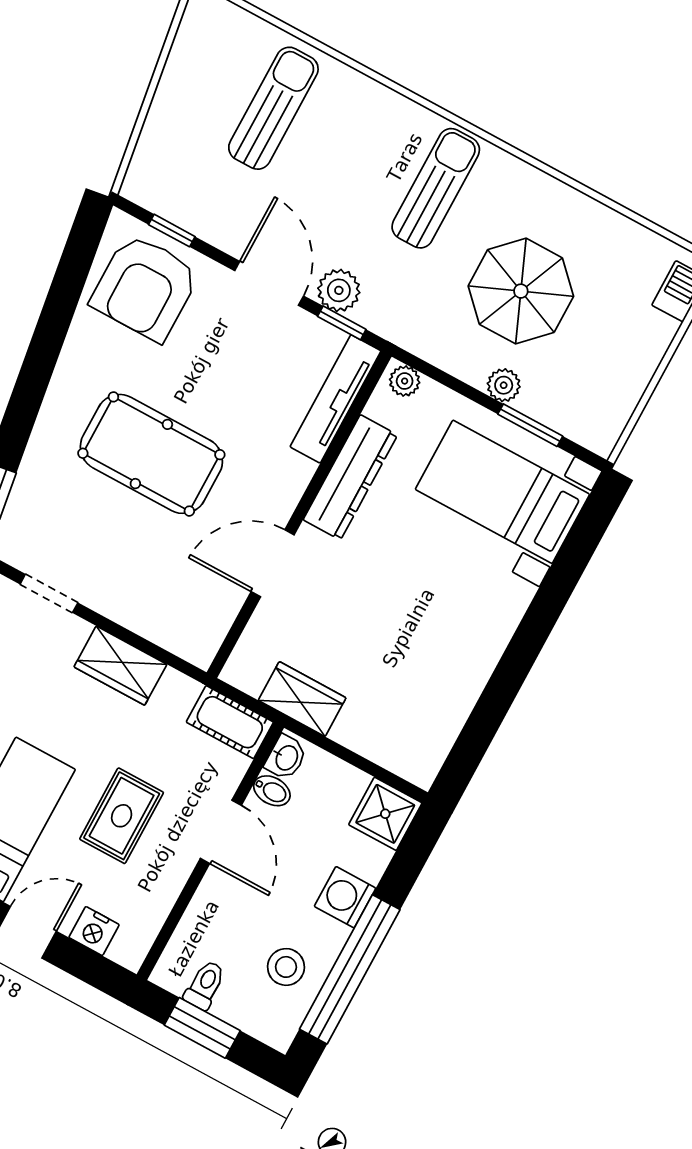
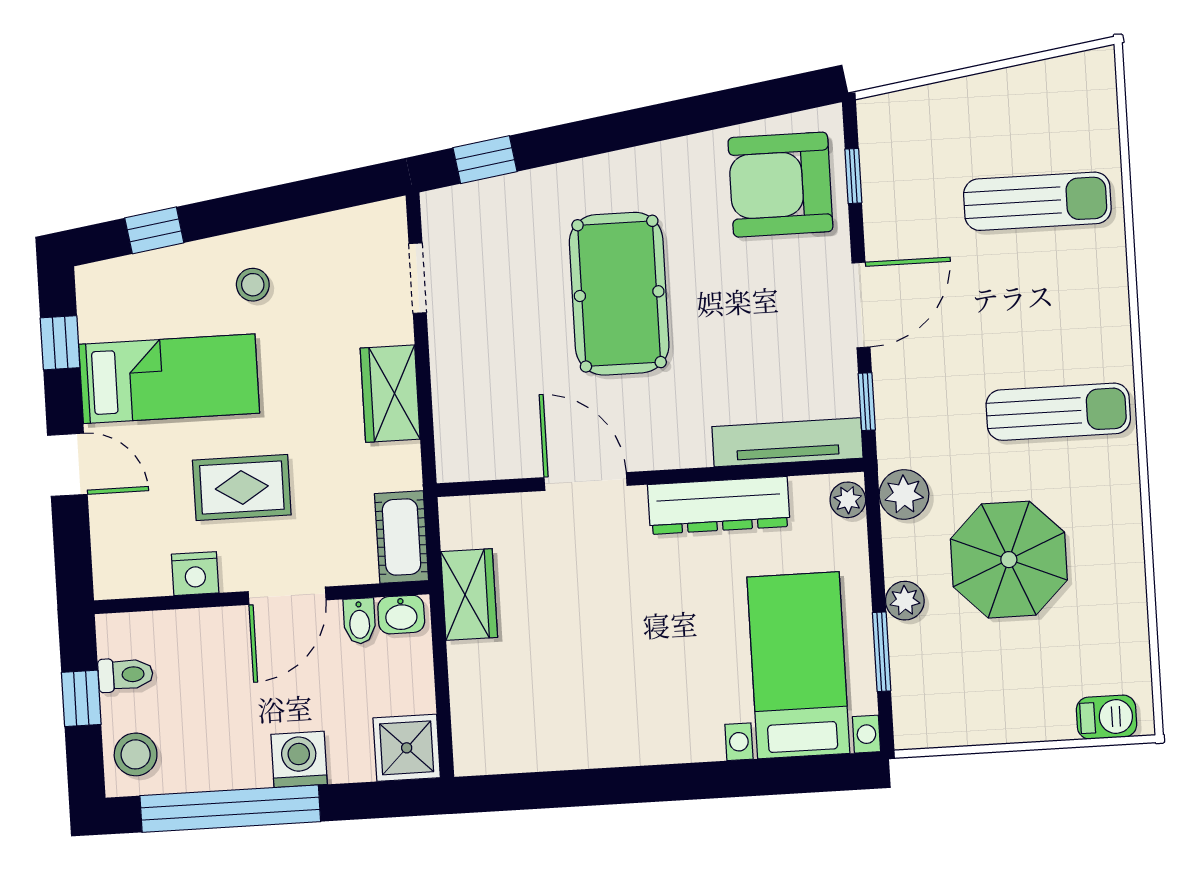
plant: (339, 290) -> (904, 494), moved
nightstand: (94, 931) -> (195, 574), moved, turned -90
stool: (286, 967) -> (136, 754), moved
window: (202, 1028) -> (81, 698), width x0.67

